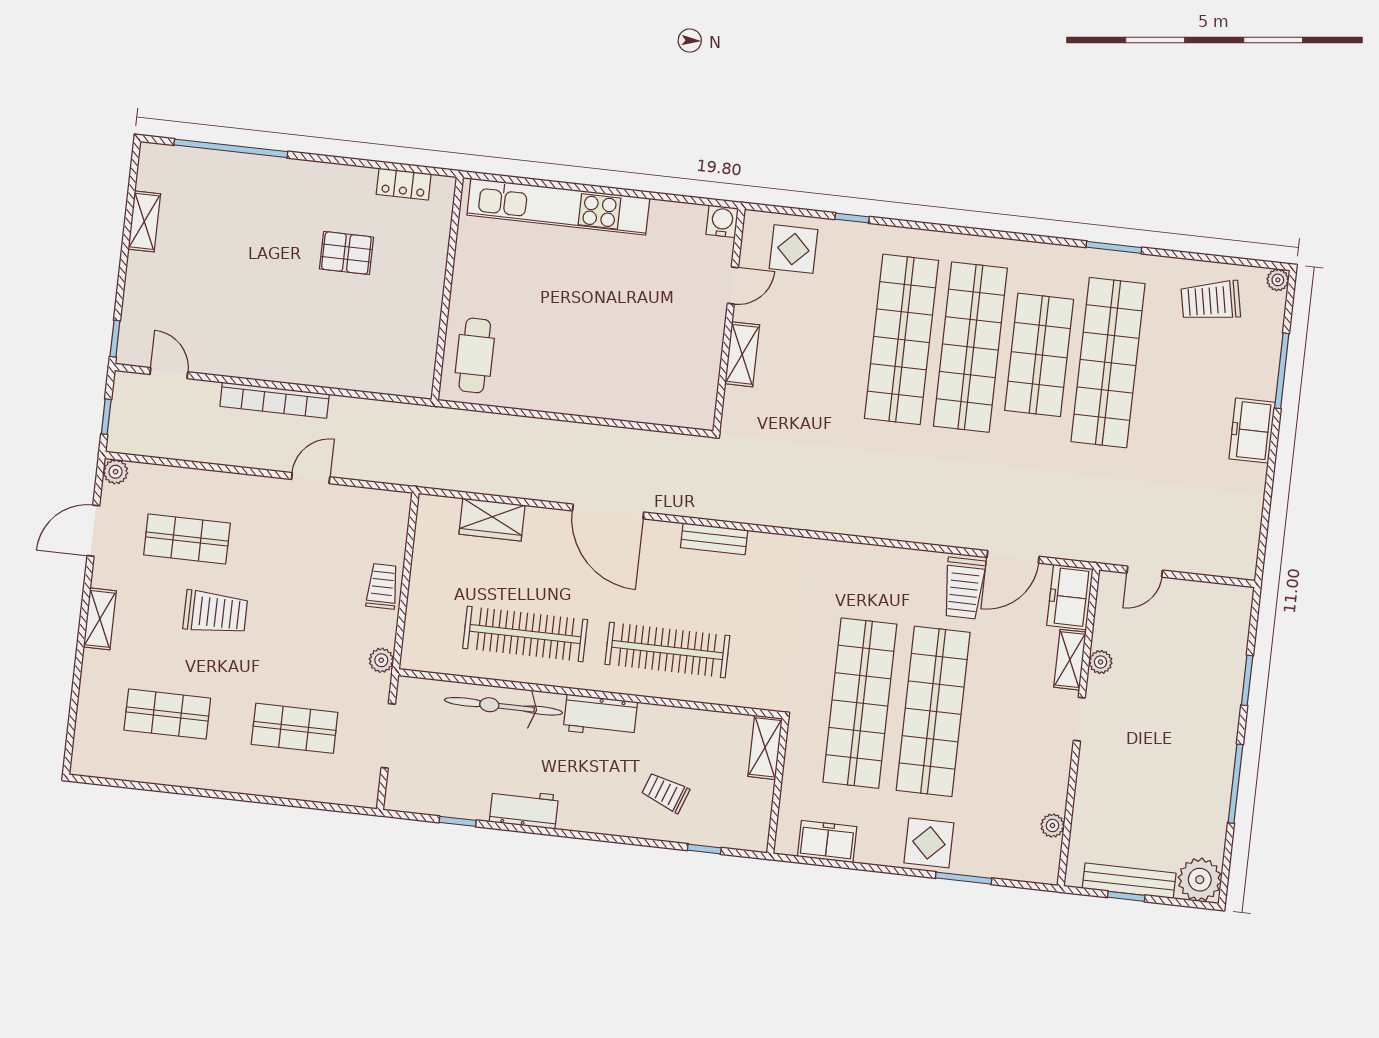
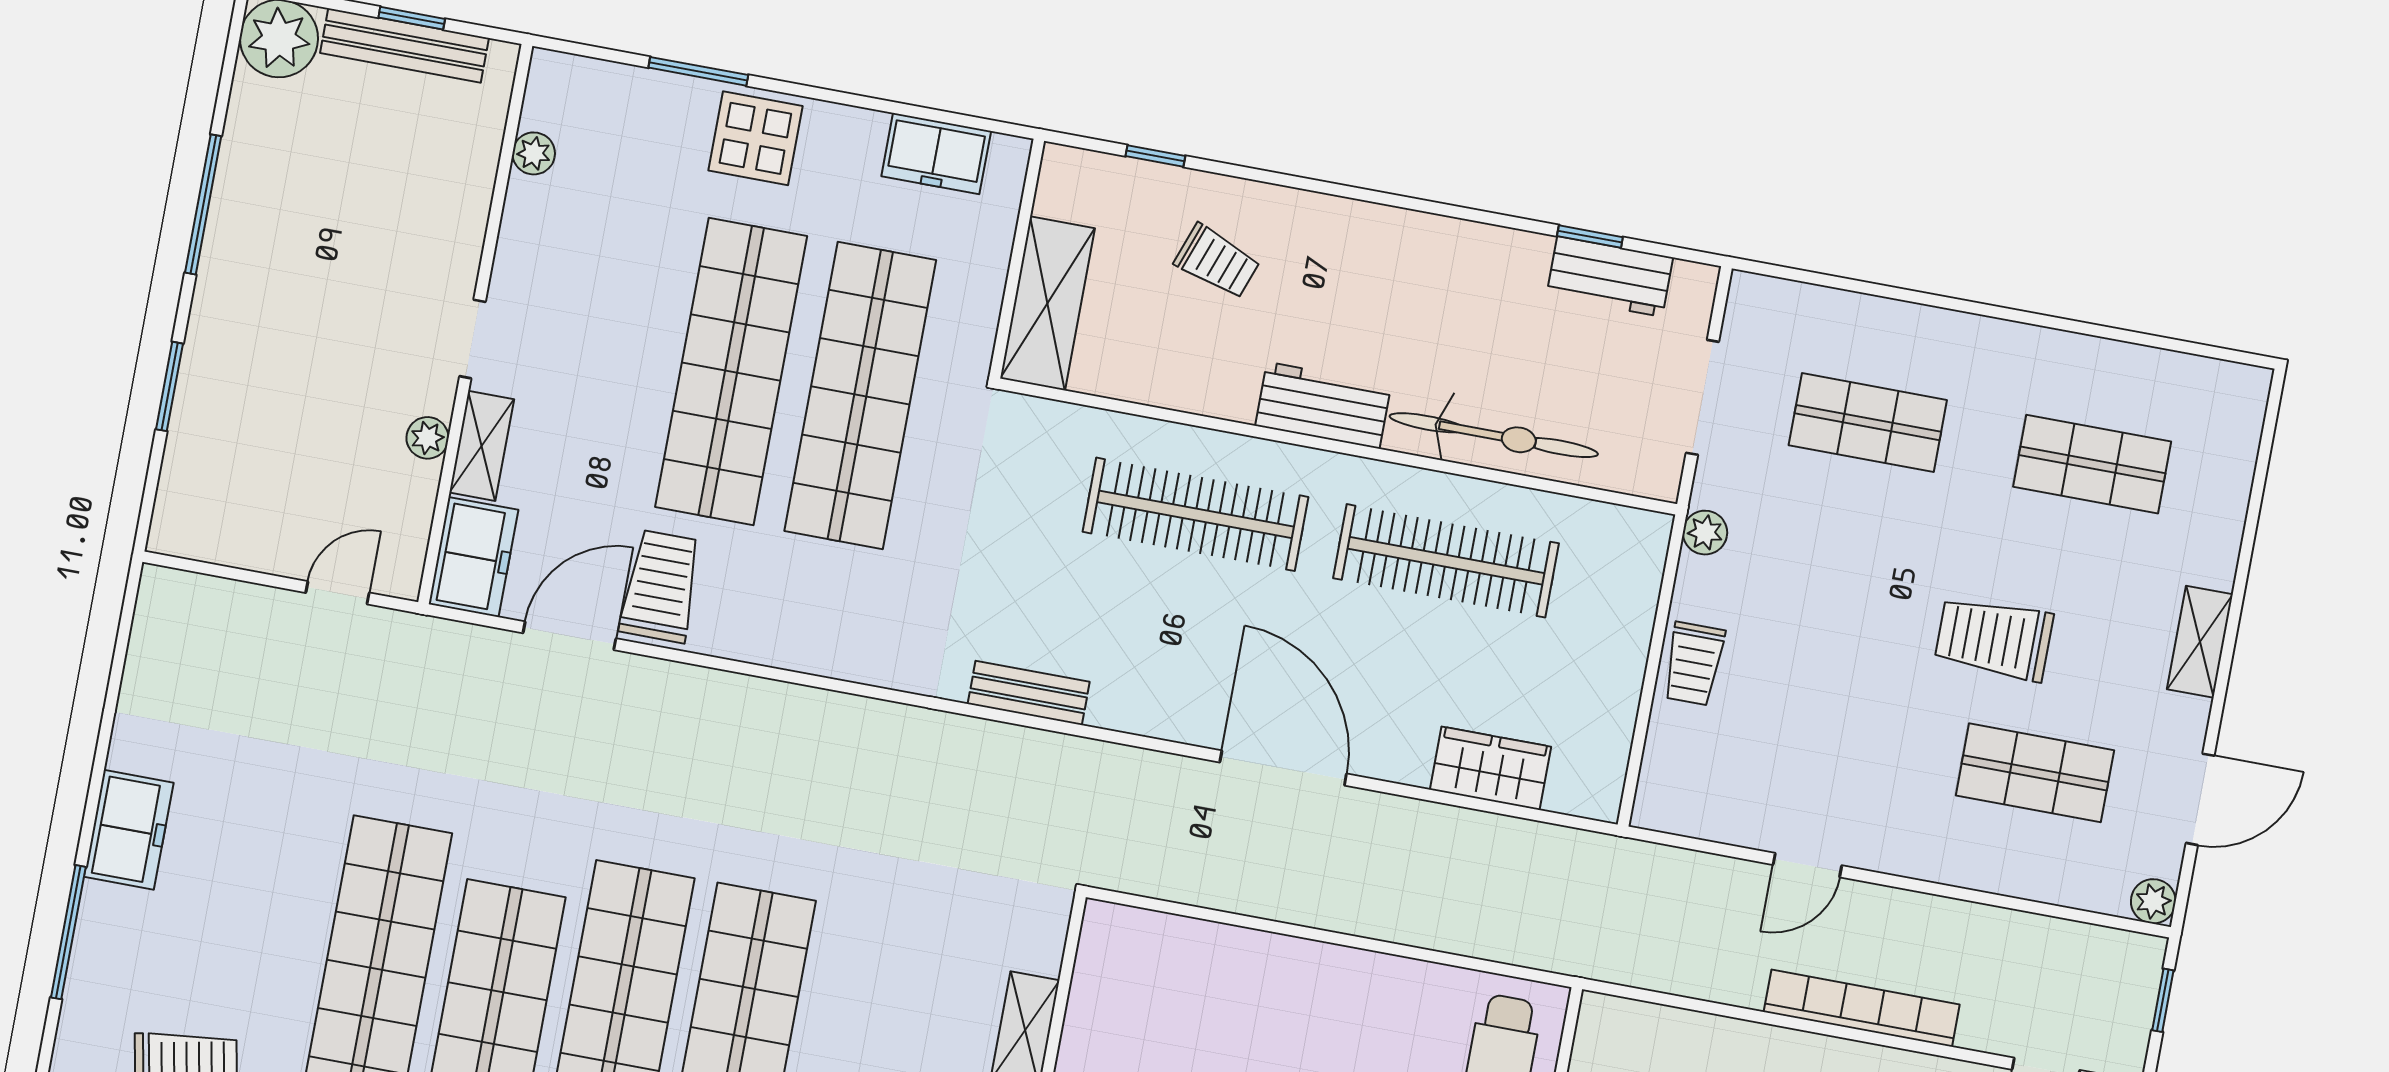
bench: (714, 539) -> (1029, 693), moved
shelving: (765, 747) -> (1047, 303), width x1.50, depth x1.33
workbench: (524, 809) -> (1610, 277), moved

